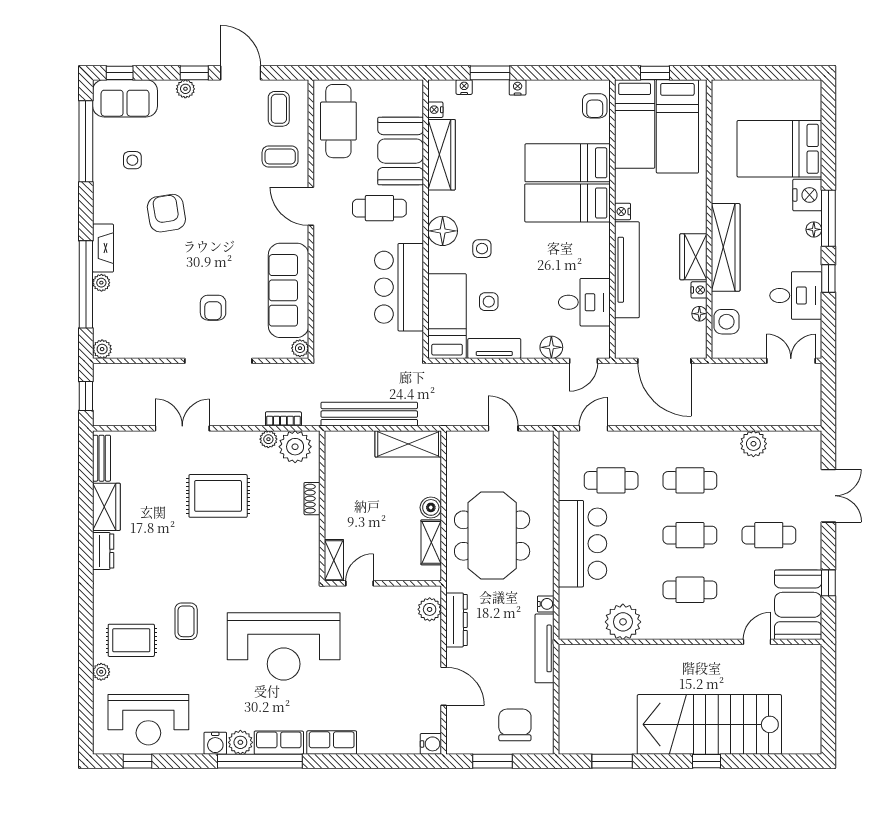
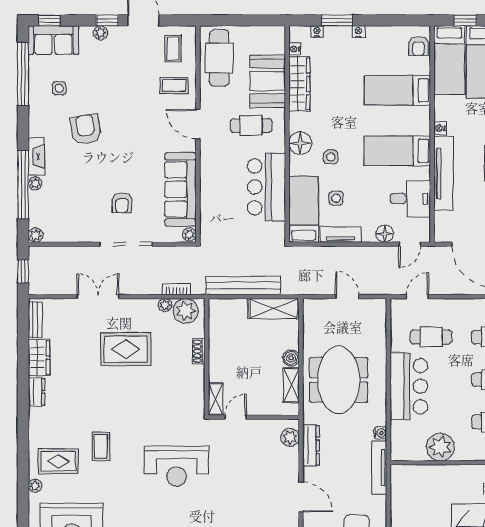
bed: (567, 203) -> (397, 151), moved
reception desk: (284, 646) -> (177, 466), width x0.74, depth x0.77

